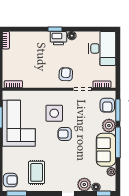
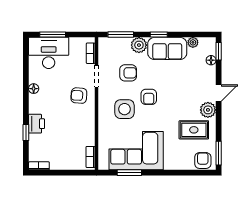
window: (55, 29) -> (26, 133), moved
printer: (58, 38) -> (37, 124), moved
window: (118, 52) -> (53, 35), added
armchair: (107, 105) -> (128, 73), moved
window: (118, 142) -> (159, 35), width x0.46
plant: (84, 185) -> (208, 110), moved

